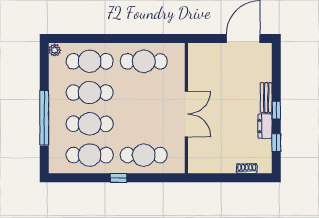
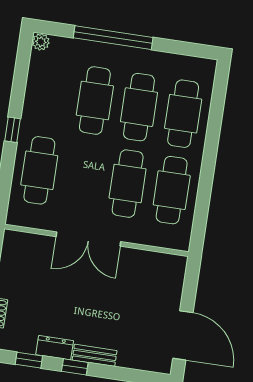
plant: (55, 50) -> (41, 42), moved
cafe table: (90, 155) -> (128, 184), moved

